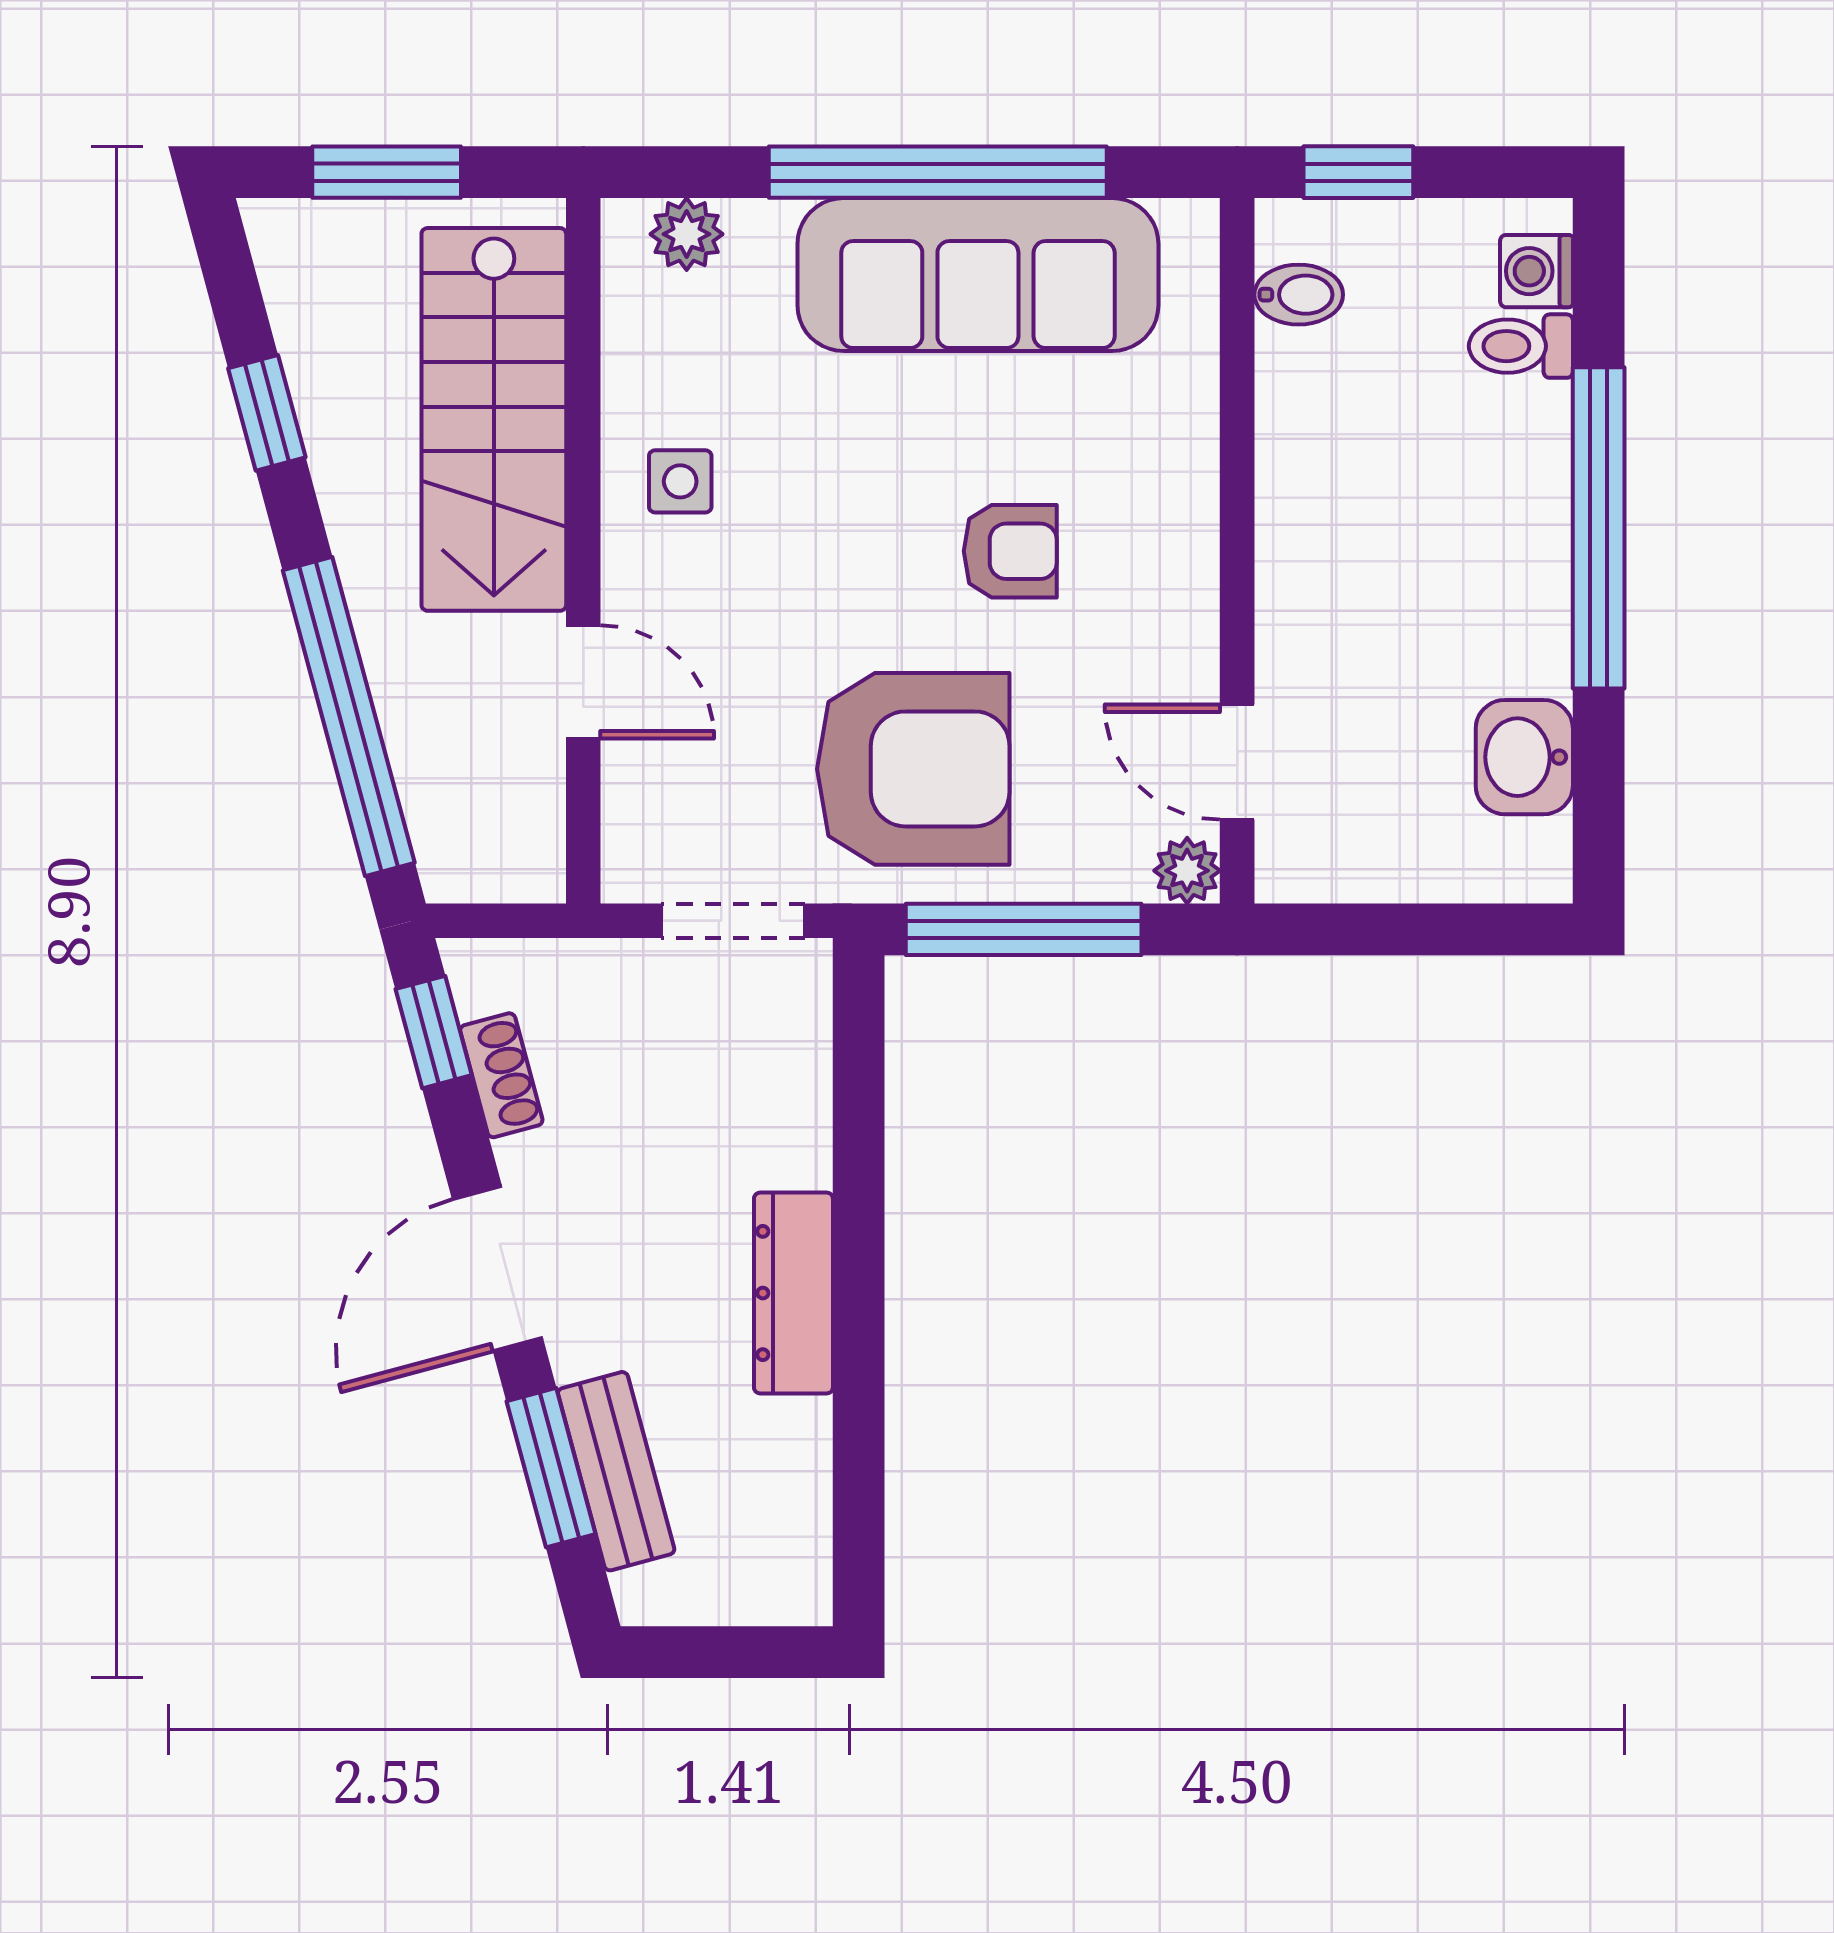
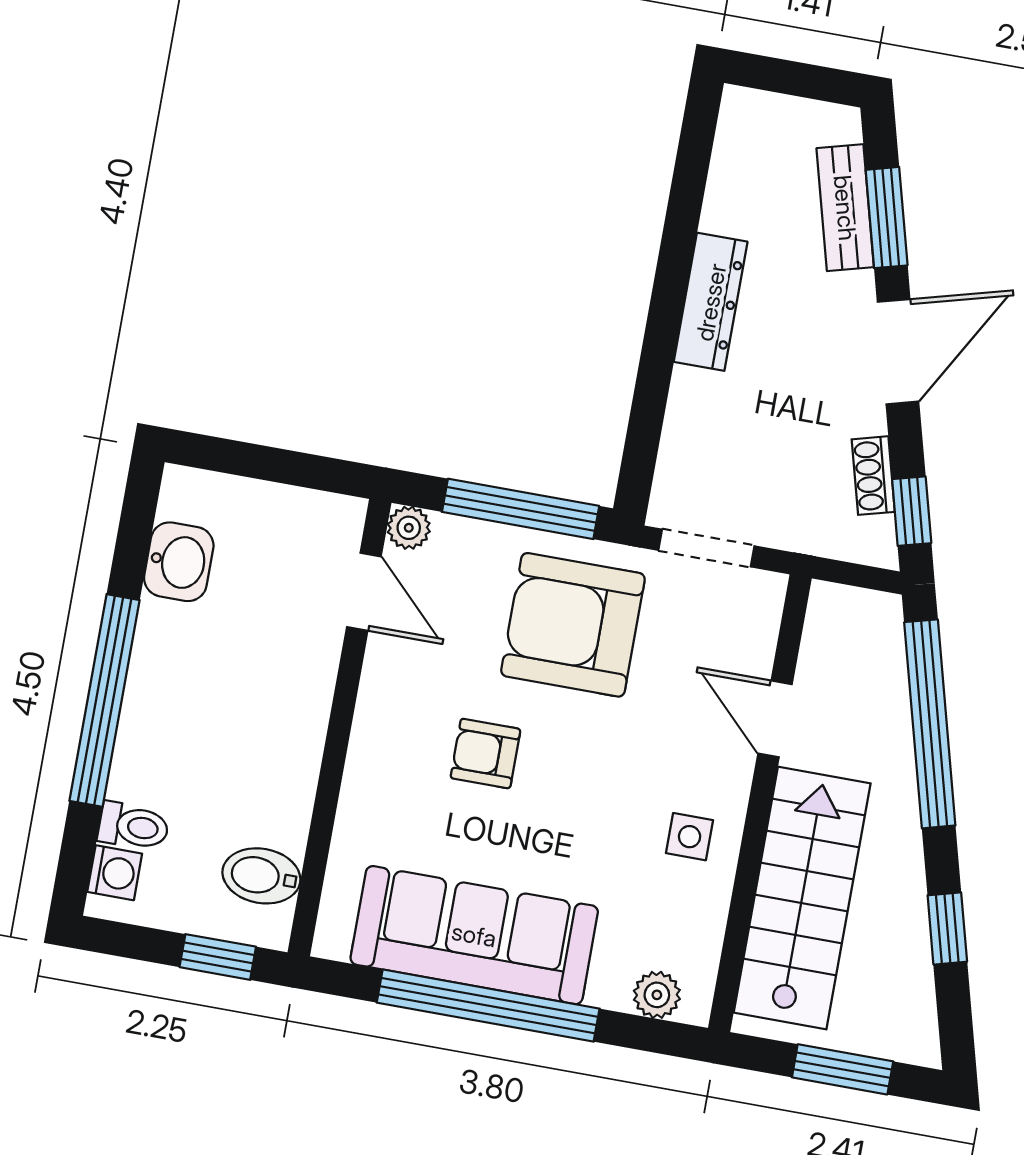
bidet: (1299, 295) -> (261, 876), width x1.38, depth x1.36

